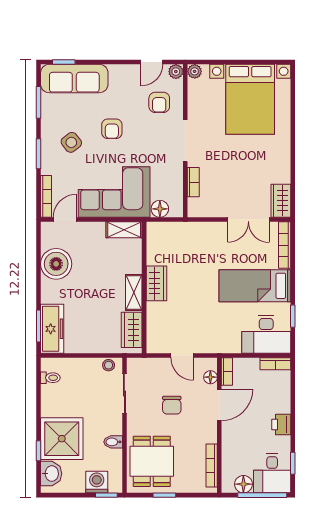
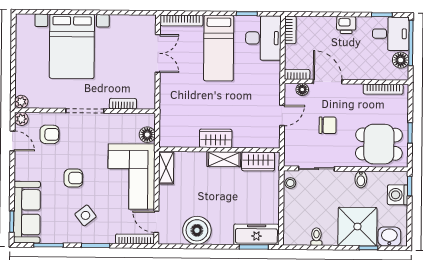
bed with nightstands: (250, 99) -> (72, 46), moved, turned 90
wardrobe: (281, 201) -> (141, 24), removed
toilet: (50, 378) -> (316, 237), moved

